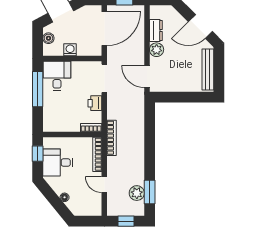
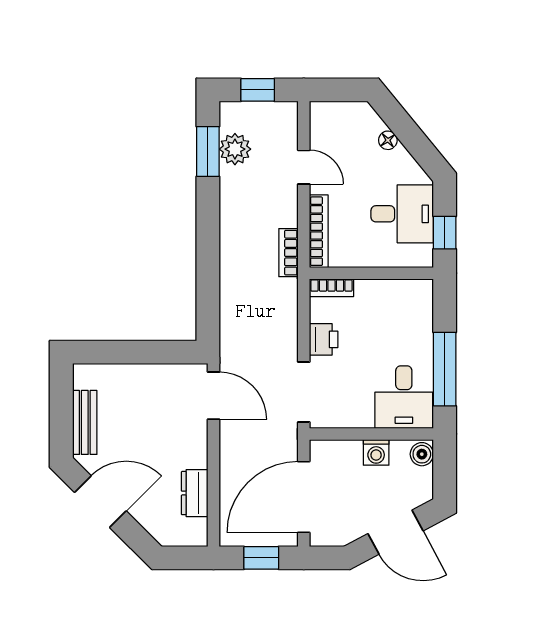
boiler: (48, 38) -> (422, 454), moved
plant: (157, 50) -> (193, 453), removed
bench: (208, 69) -> (85, 422), width x0.73
bookcase: (111, 138) -> (288, 253), width x0.64

